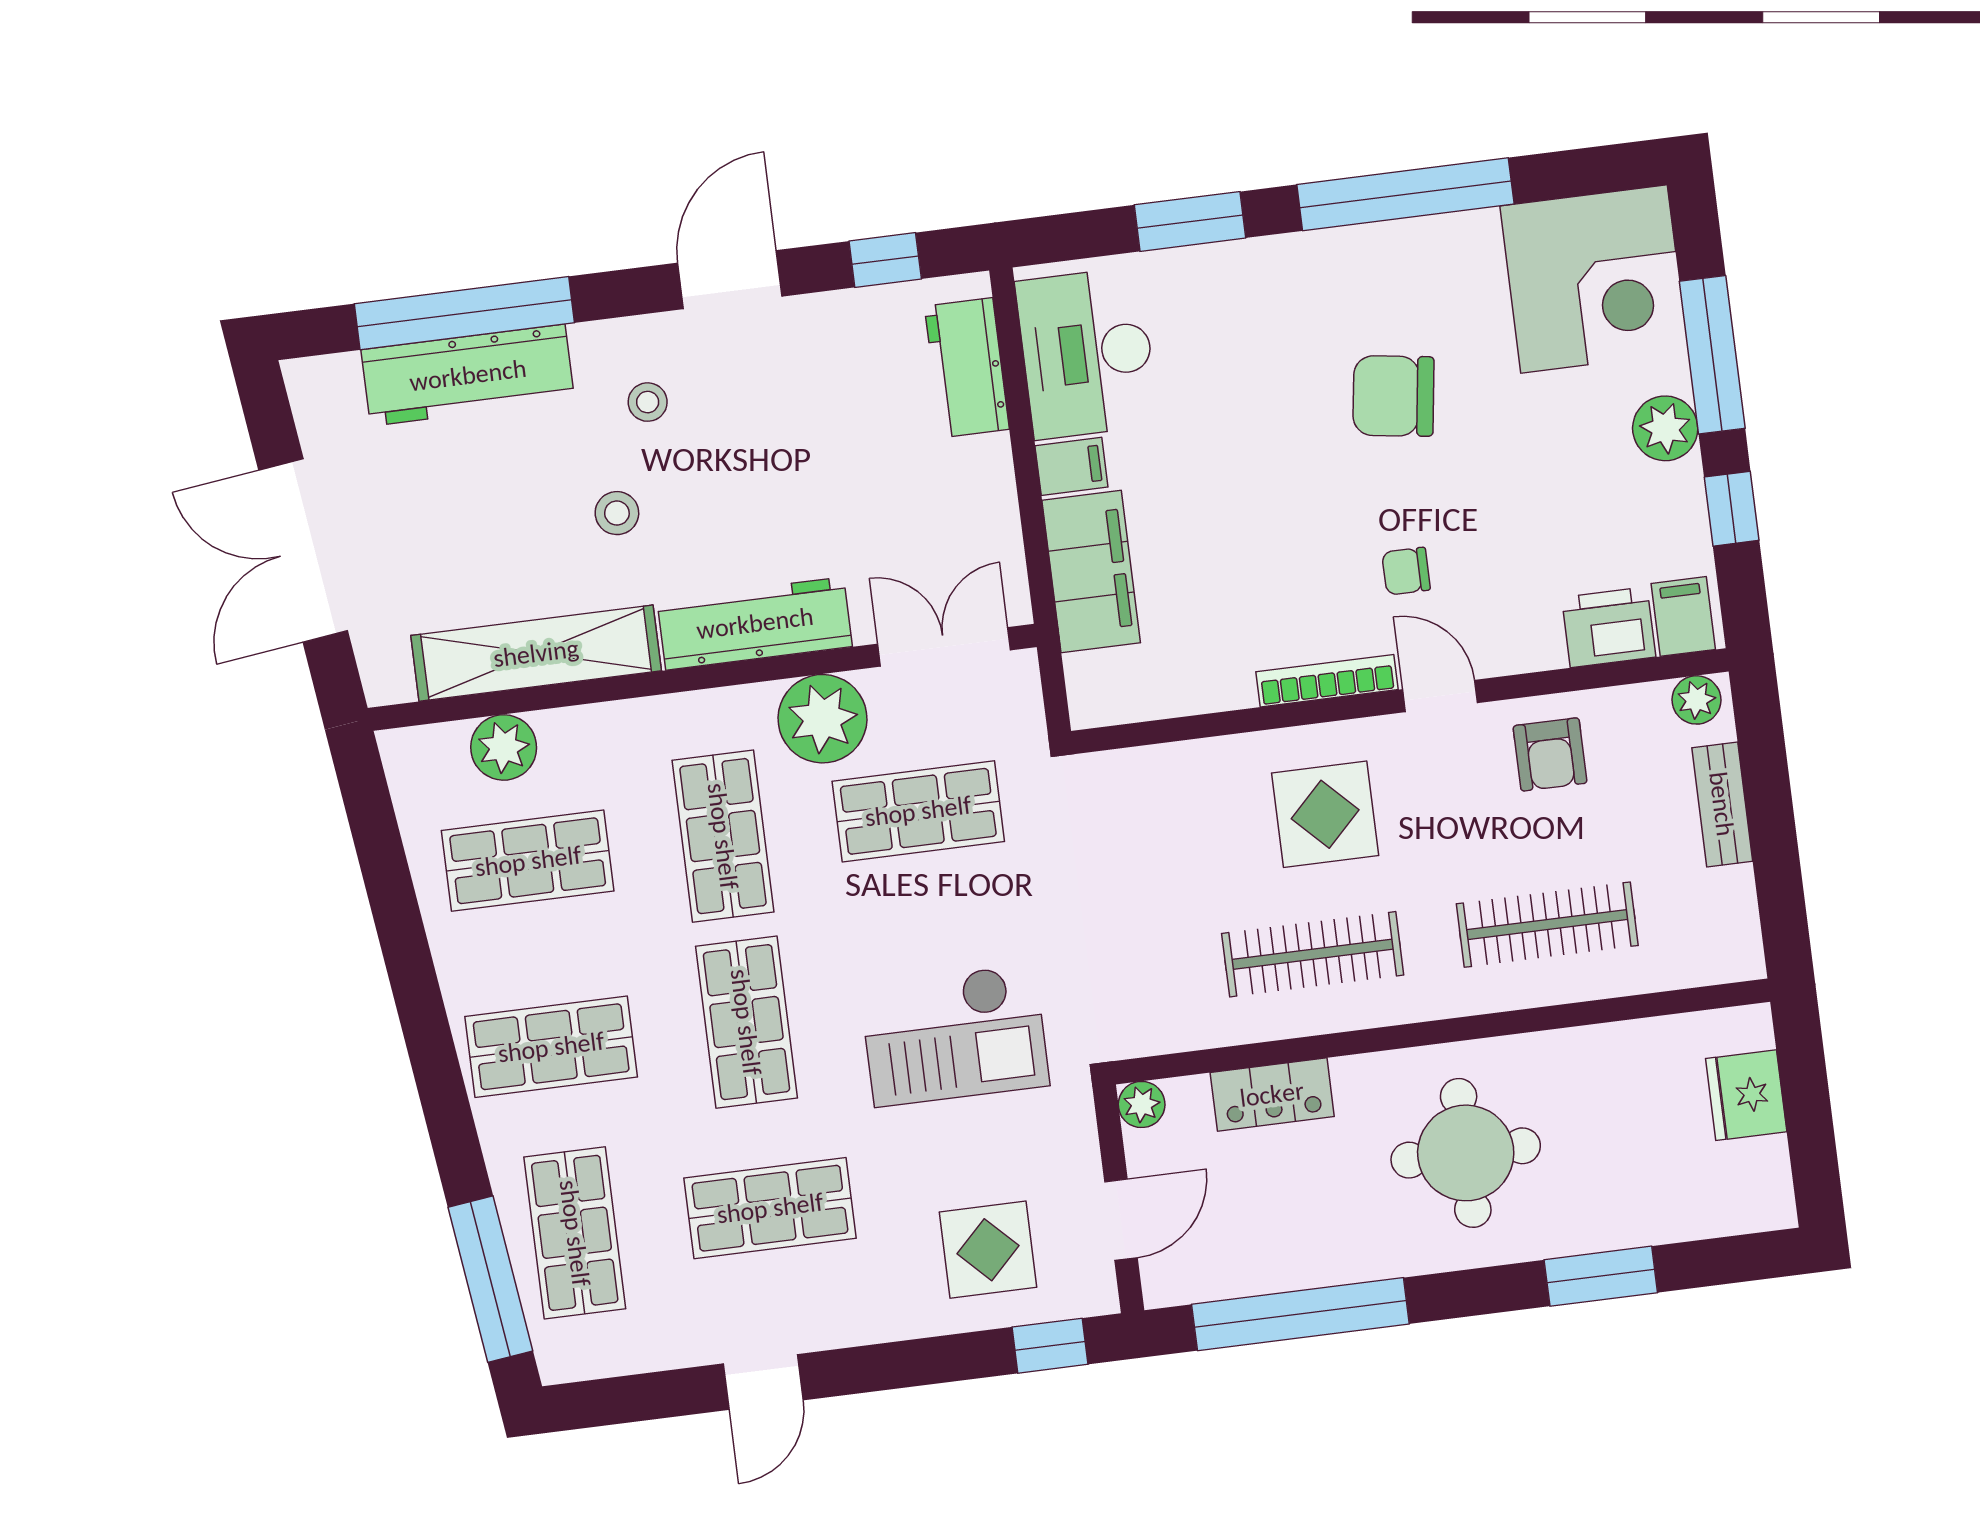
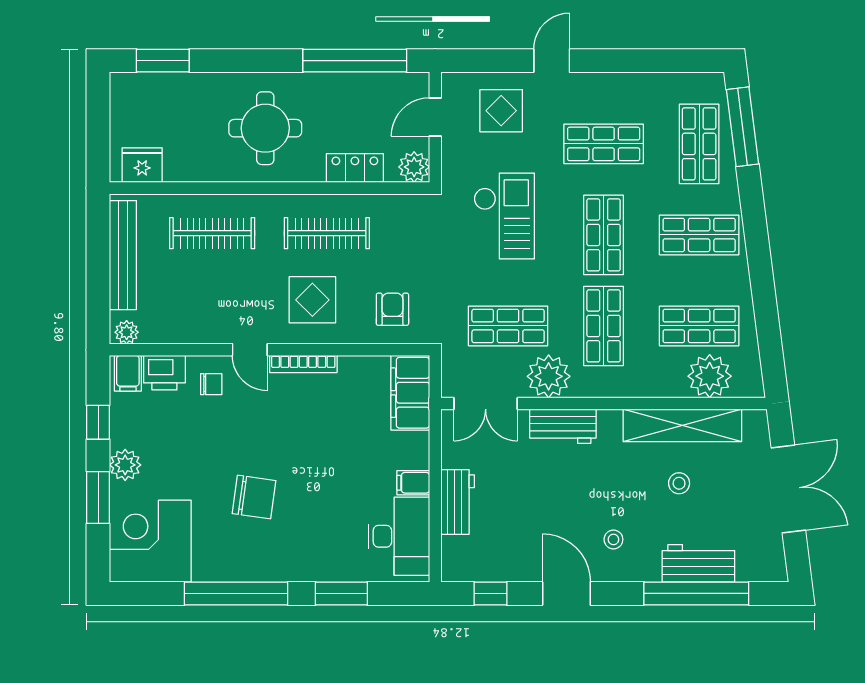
door: (730, 280) -> (566, 593), swing flipped
window: (1712, 355) -> (98, 497), width x0.69
workbench: (967, 368) -> (458, 502), moved
workbench: (468, 375) -> (698, 563), width x0.73
stool: (617, 513) -> (679, 483), moved
chair: (1406, 571) -> (211, 384), moved
filing cabinet: (1091, 572) -> (410, 393), moved
workbench: (755, 623) -> (563, 426), width x0.73
plant: (504, 747) -> (710, 376), width x1.36, depth x1.36
armchair: (1550, 754) -> (392, 309), moved
bench: (1722, 804) -> (123, 255), width x1.86, depth x1.21
checkout: (955, 1035) -> (504, 216), turned 90
fridge: (1746, 1095) -> (142, 165), moved, turned -90
plant: (1142, 1104) -> (414, 167), width x1.38, depth x1.38
window: (1601, 1276) -> (163, 61), moved
window: (1050, 1346) -> (477, 61), removed
door: (763, 1382) -> (552, 61), moved

